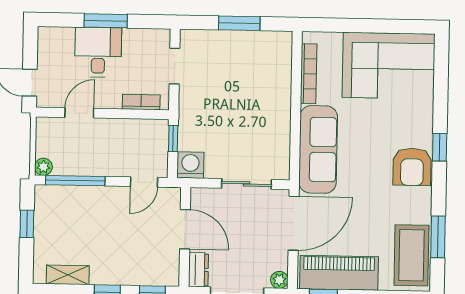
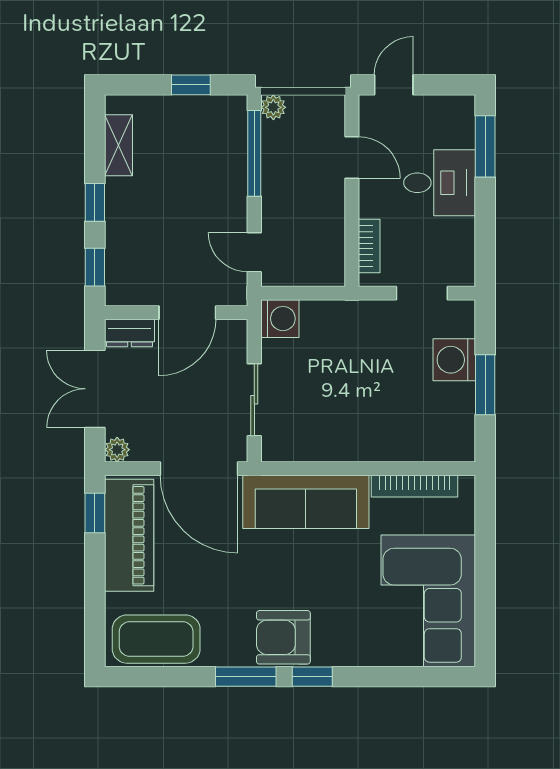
window: (106, 21) -> (485, 146), moved
washing machine: (221, 44) -> (454, 360), added
window: (173, 139) -> (317, 293), removed
window: (438, 237) -> (246, 677), moved

